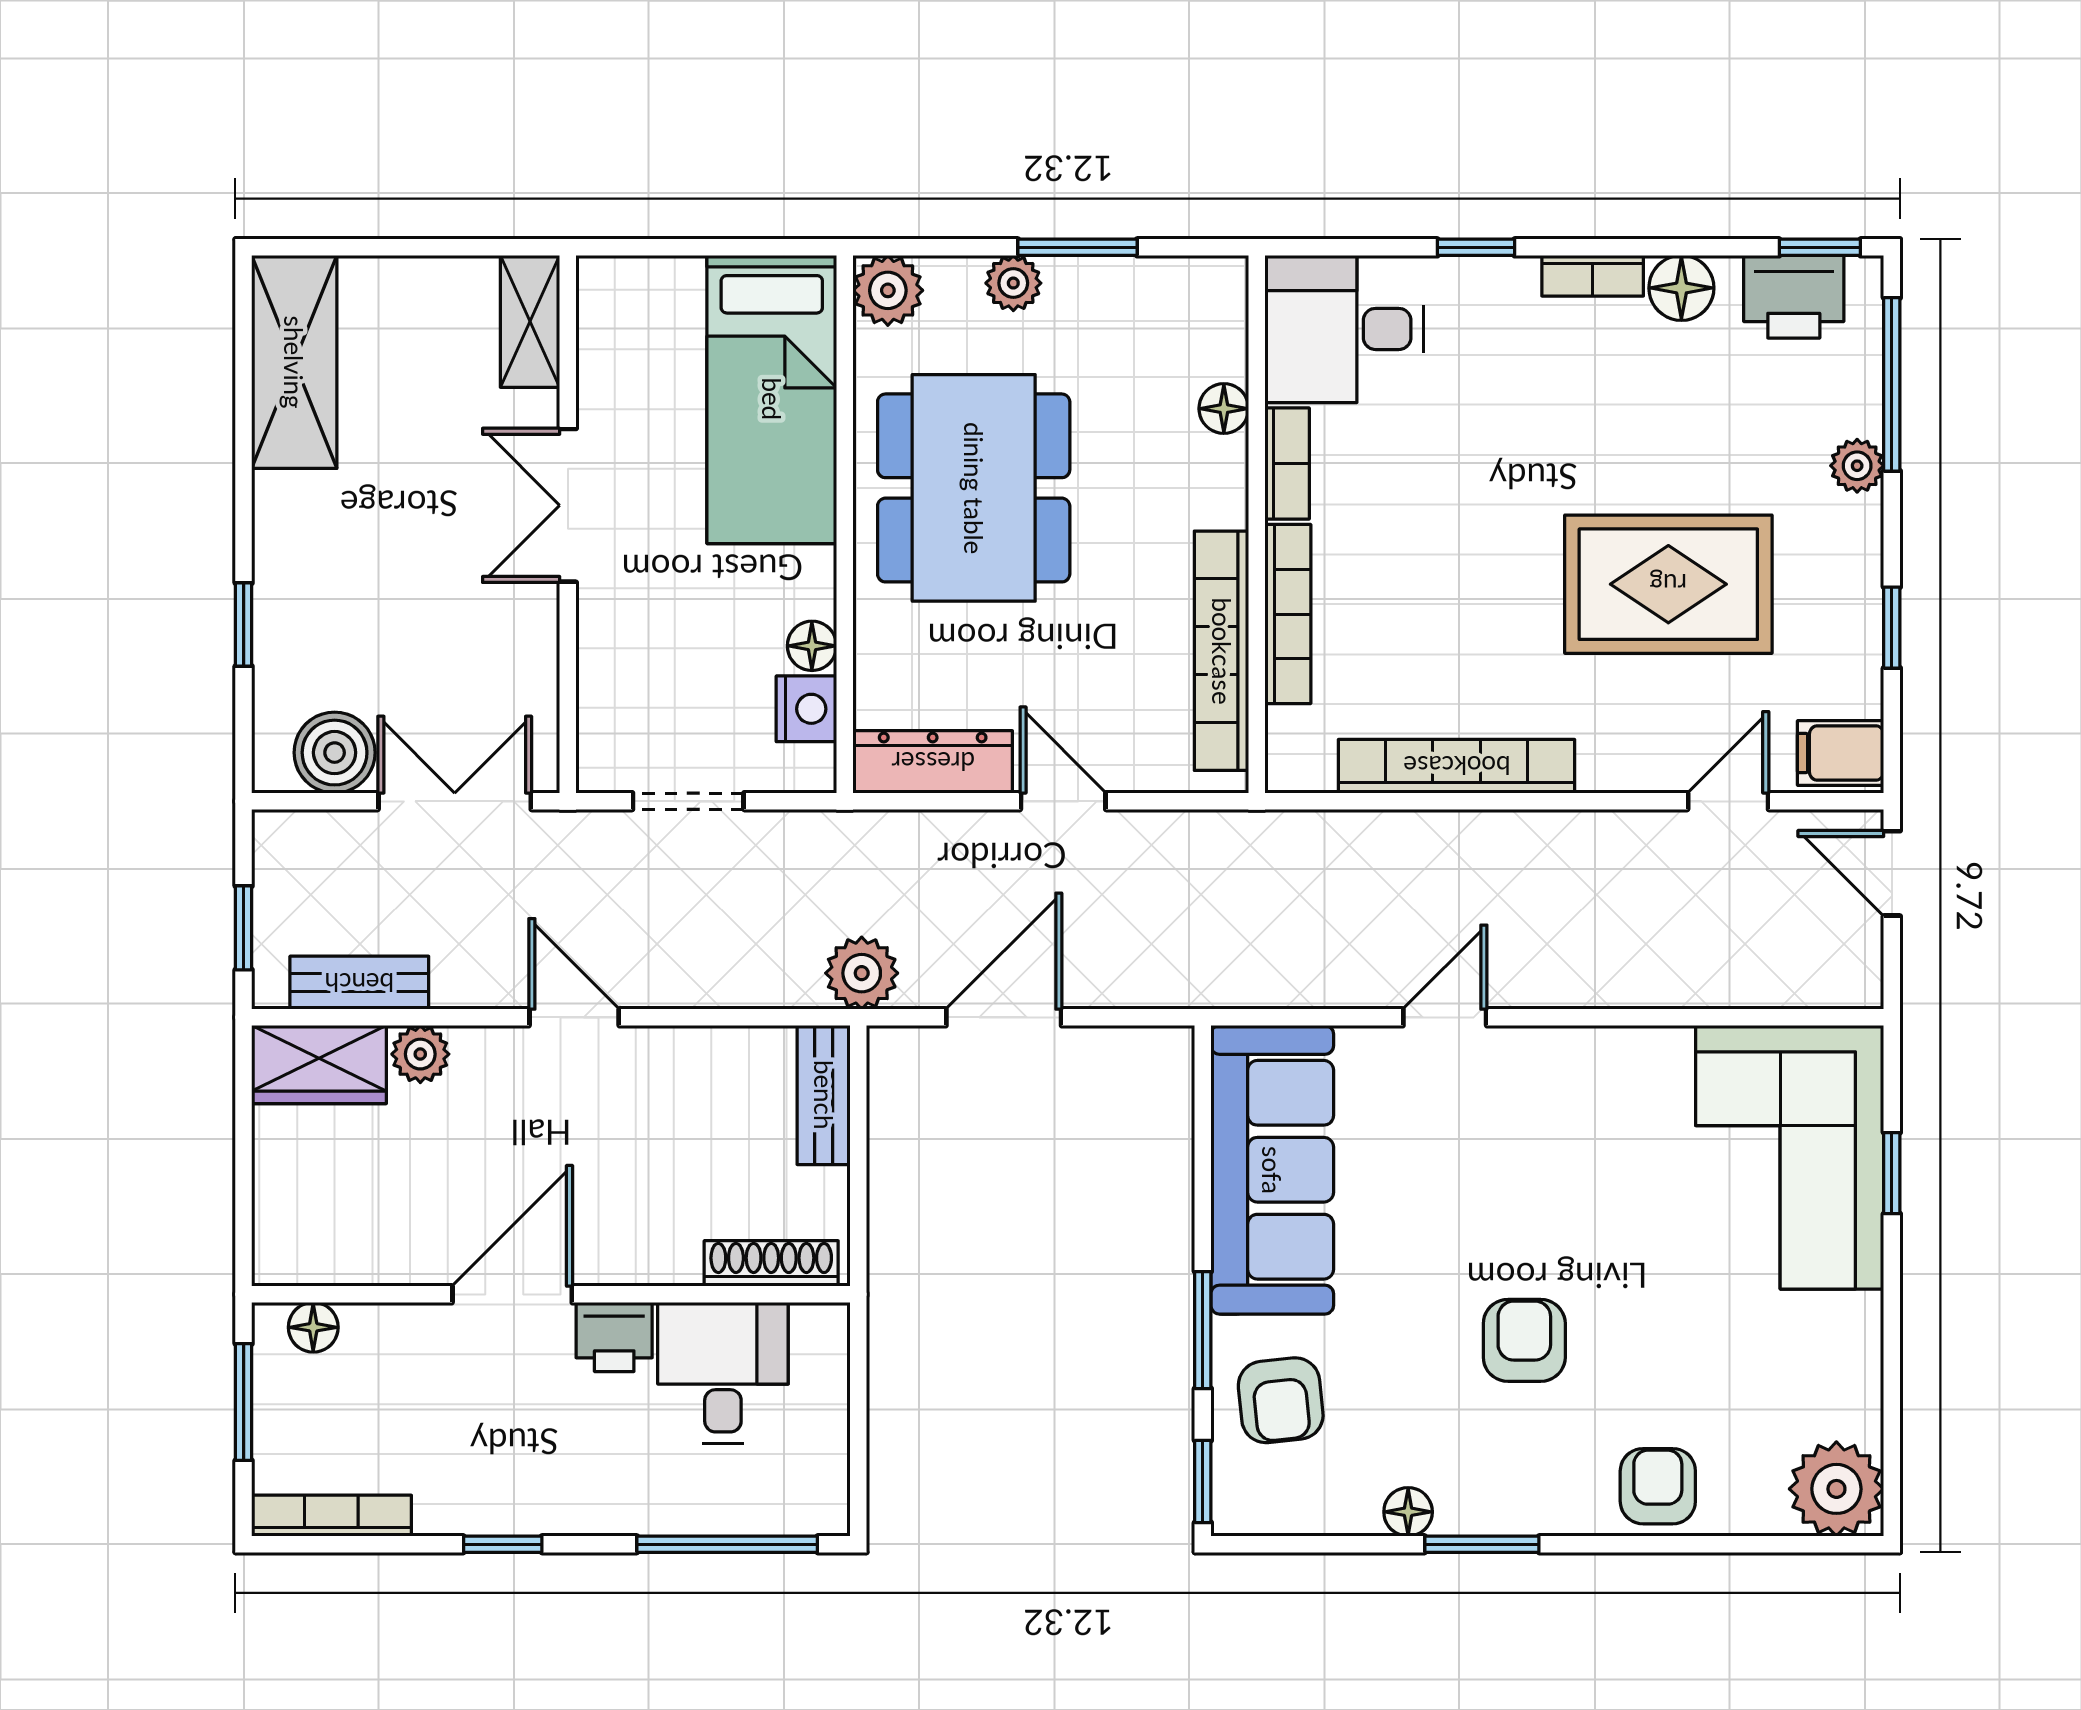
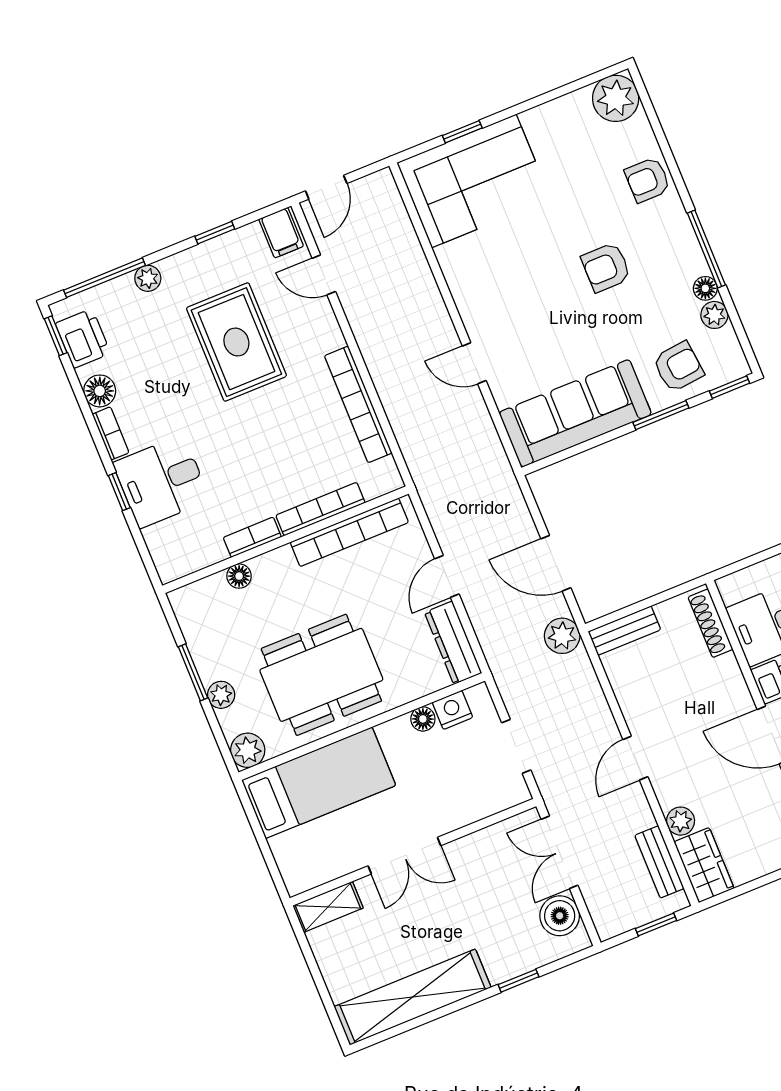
desk: (1344, 329) -> (161, 481), moved, turned 90
shelving: (294, 362) -> (412, 997), width x1.47
plant: (1351, 1509) -> (714, 315), added
window: (1482, 1544) -> (706, 249), width x1.44

